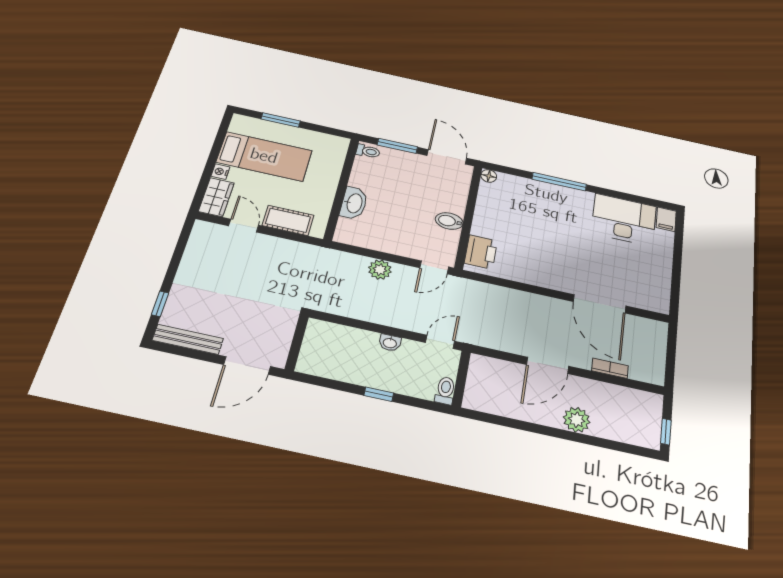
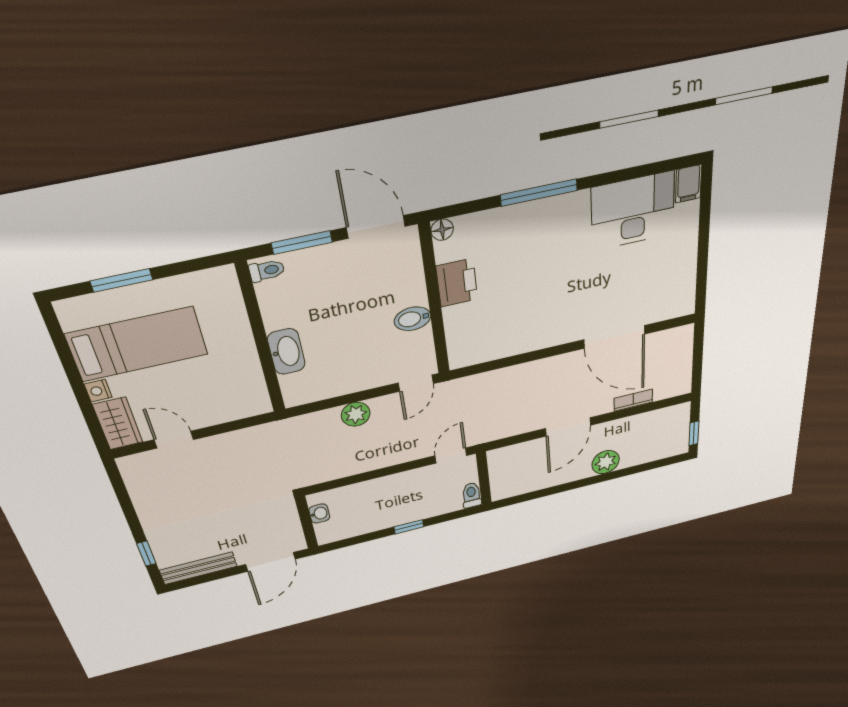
cot: (288, 220) -> (221, 410), removed
printer: (481, 252) -> (457, 283), moved
washbasin: (390, 343) -> (319, 514), moved, turned -90

